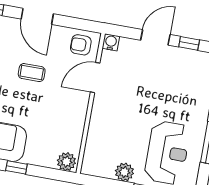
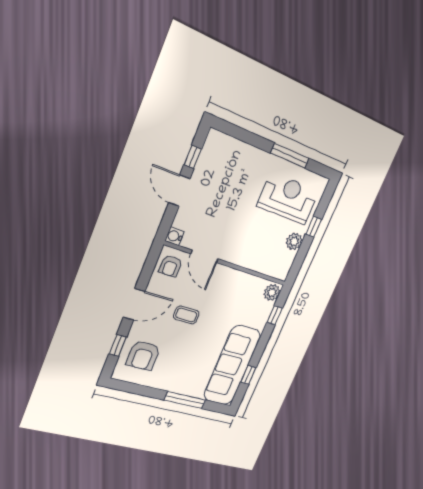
coffee table: (32, 73) -> (186, 315), turned 90
window: (16, 167) -> (275, 315), moved

